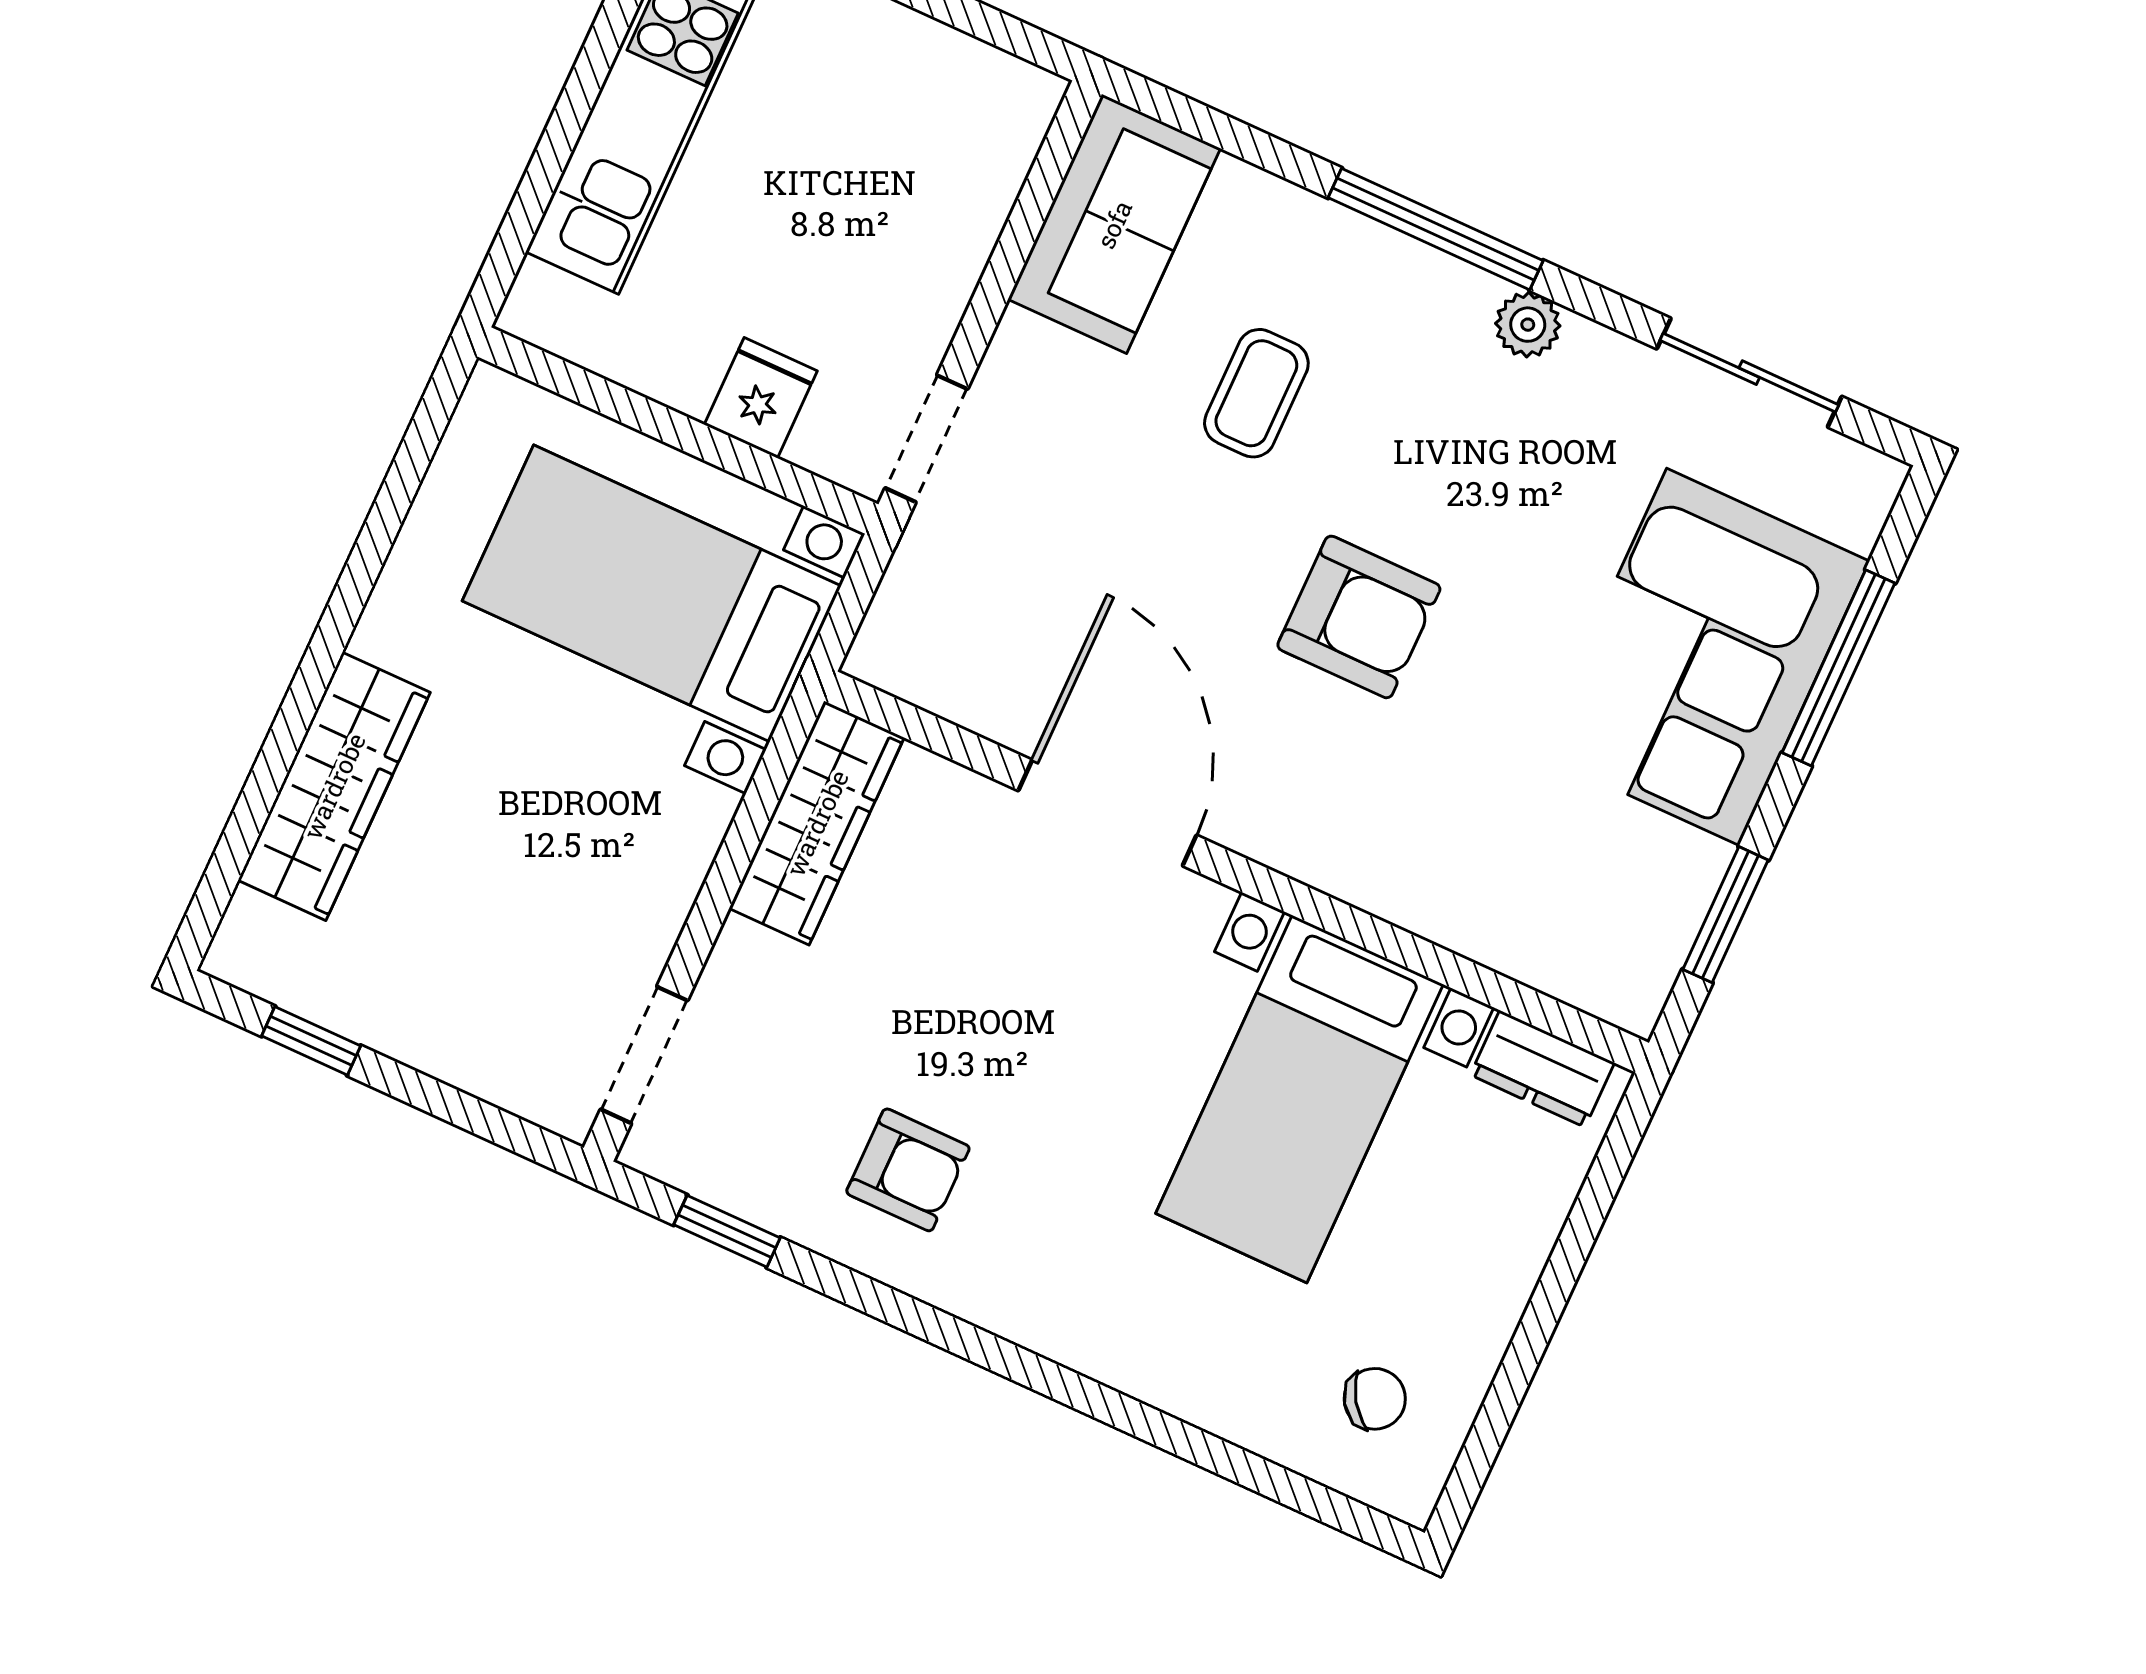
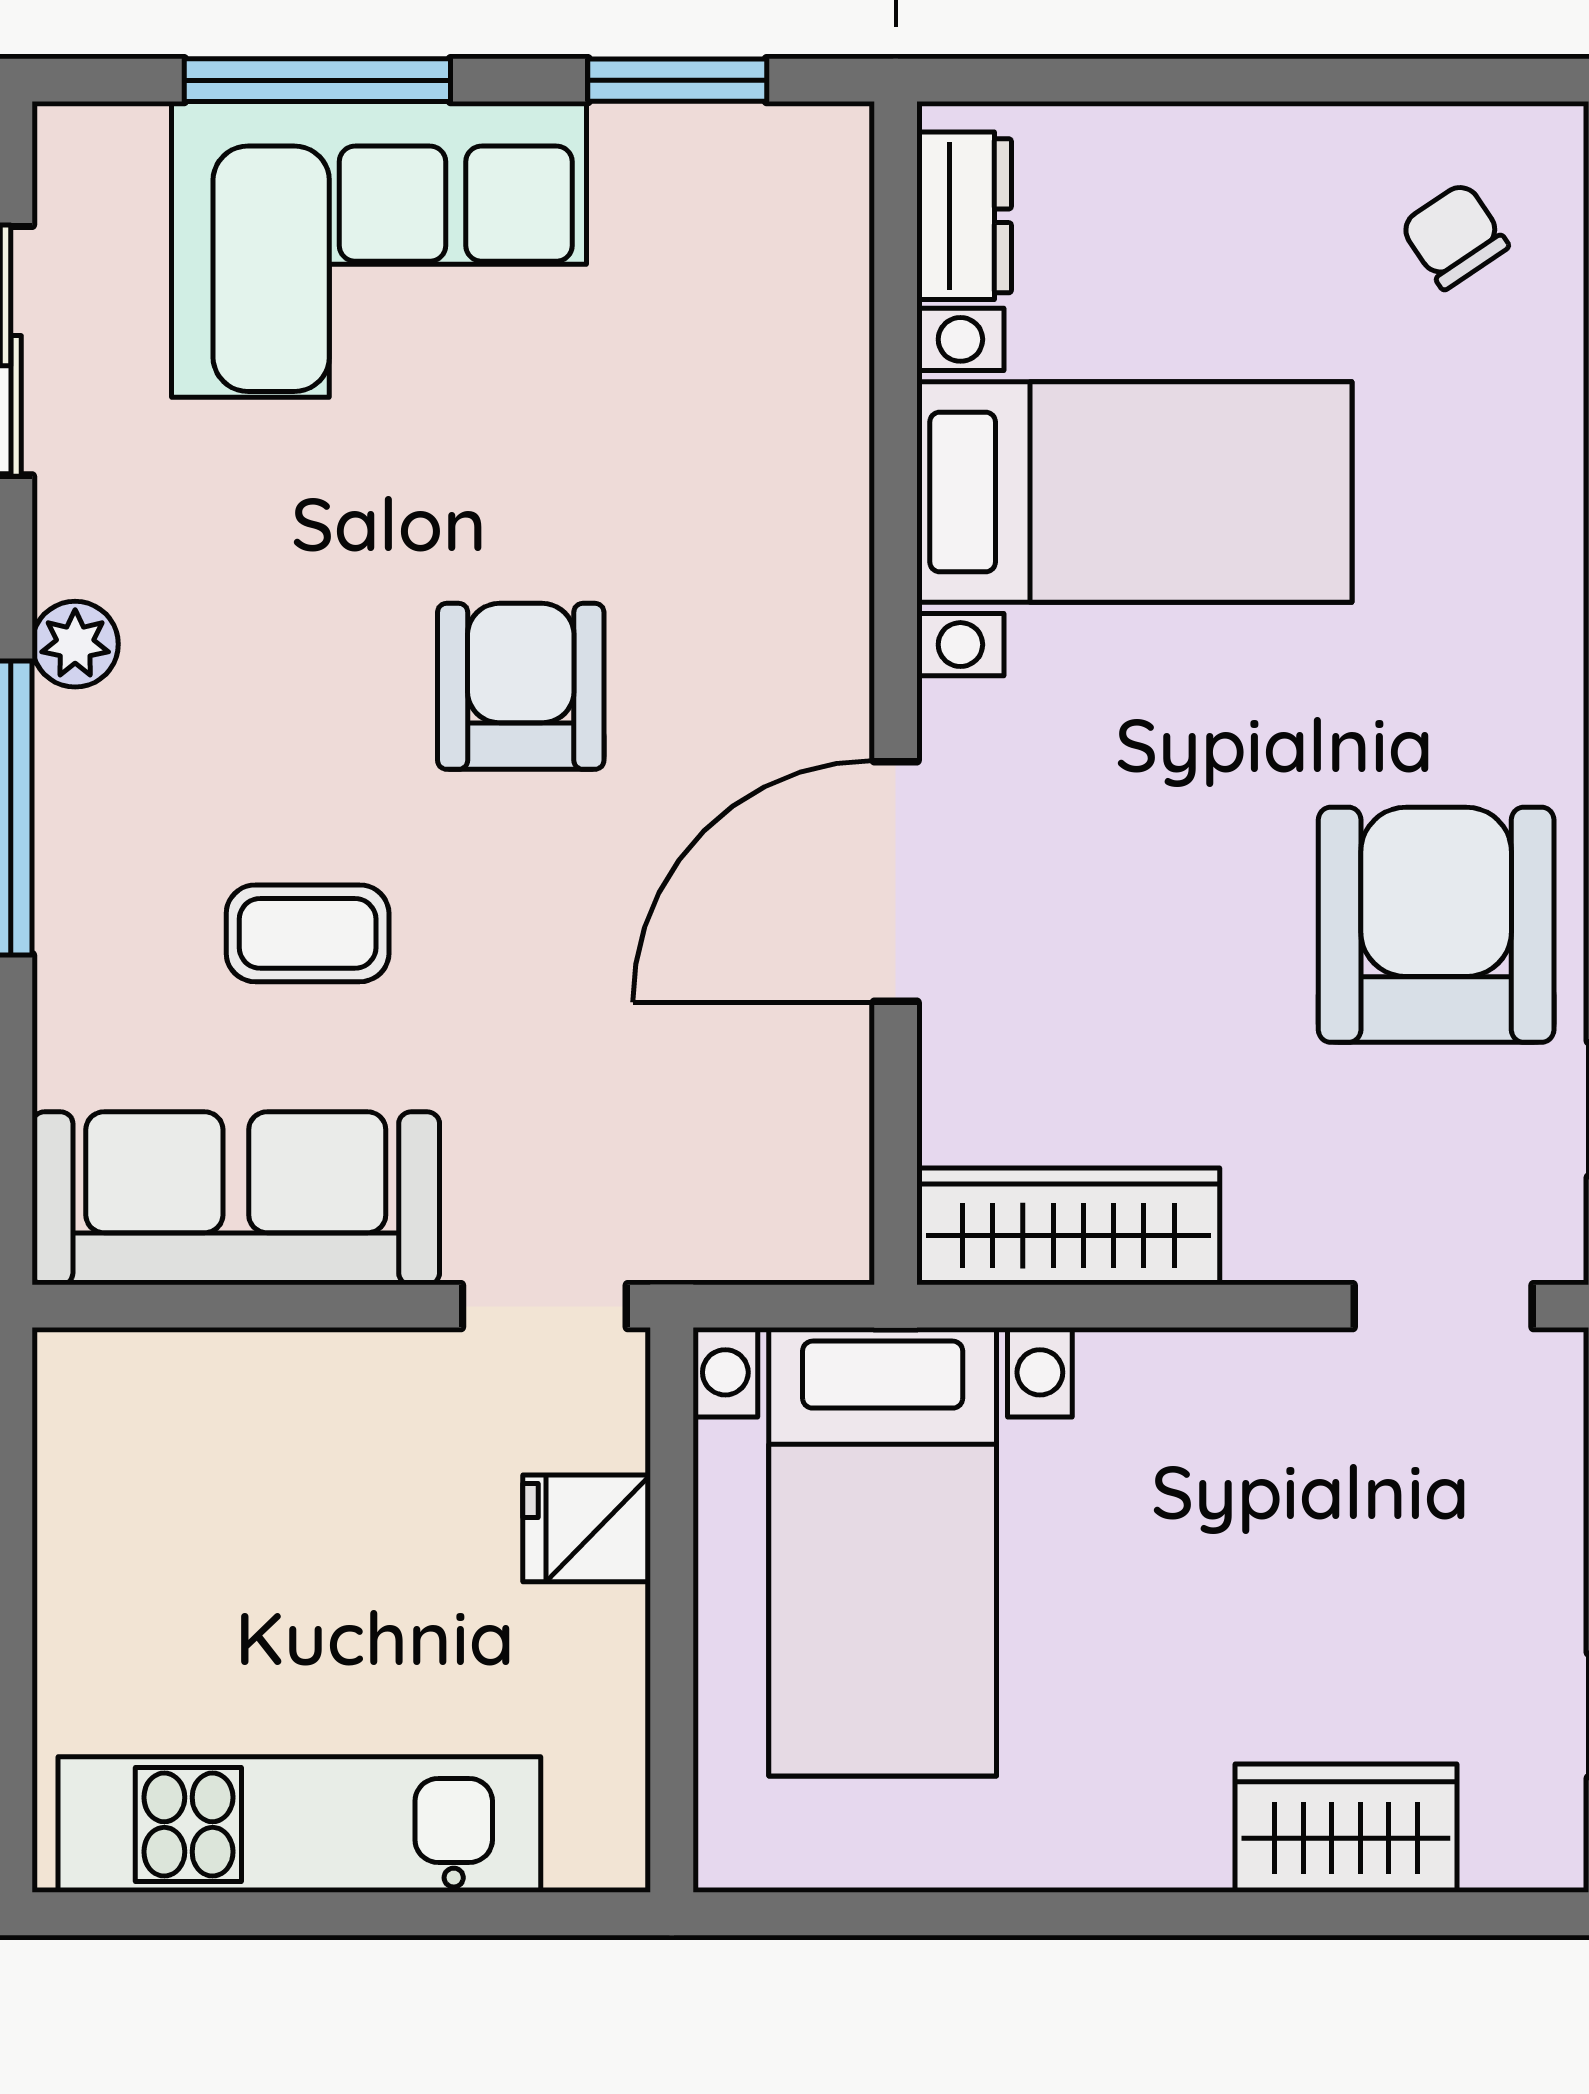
sofa: (1114, 224) -> (236, 1198), width x1.36
wardrobe: (334, 786) -> (1346, 1828), width x0.67
armchair: (908, 1170) -> (1436, 925), width x1.88, depth x1.88

